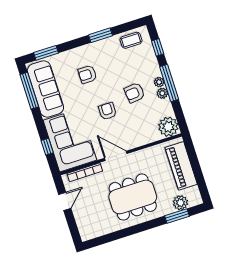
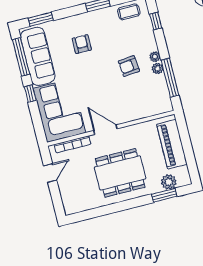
armchair: (87, 74) -> (82, 44), turned 90
window: (169, 83) -> (170, 78), moved
armchair: (107, 111) -> (100, 83), removed
plant: (168, 127) -> (161, 103), removed
window: (47, 147) -> (30, 94), moved

